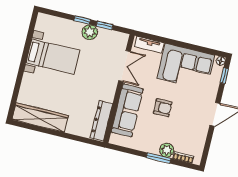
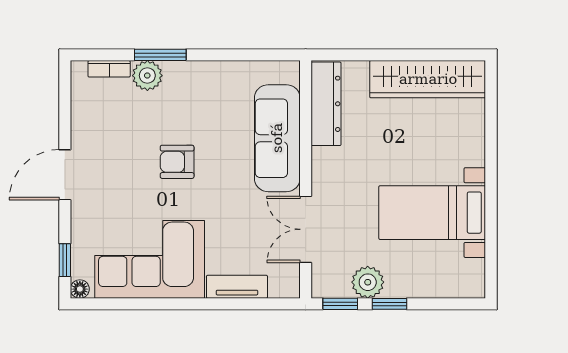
double door: (124, 66) -> (306, 229), moved
wall: (119, 89) -> (306, 179), moved
sofa: (127, 110) -> (277, 138), moved
dresser: (101, 121) -> (326, 104), moved

